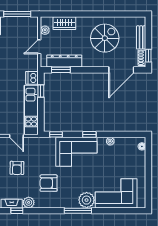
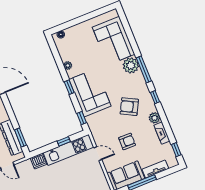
window: (41, 91) -> (64, 141), moved
door: (17, 136) -> (98, 154), hinge flipped
armchair: (49, 183) -> (129, 107), turned 118
window: (17, 211) -> (155, 97), moved

